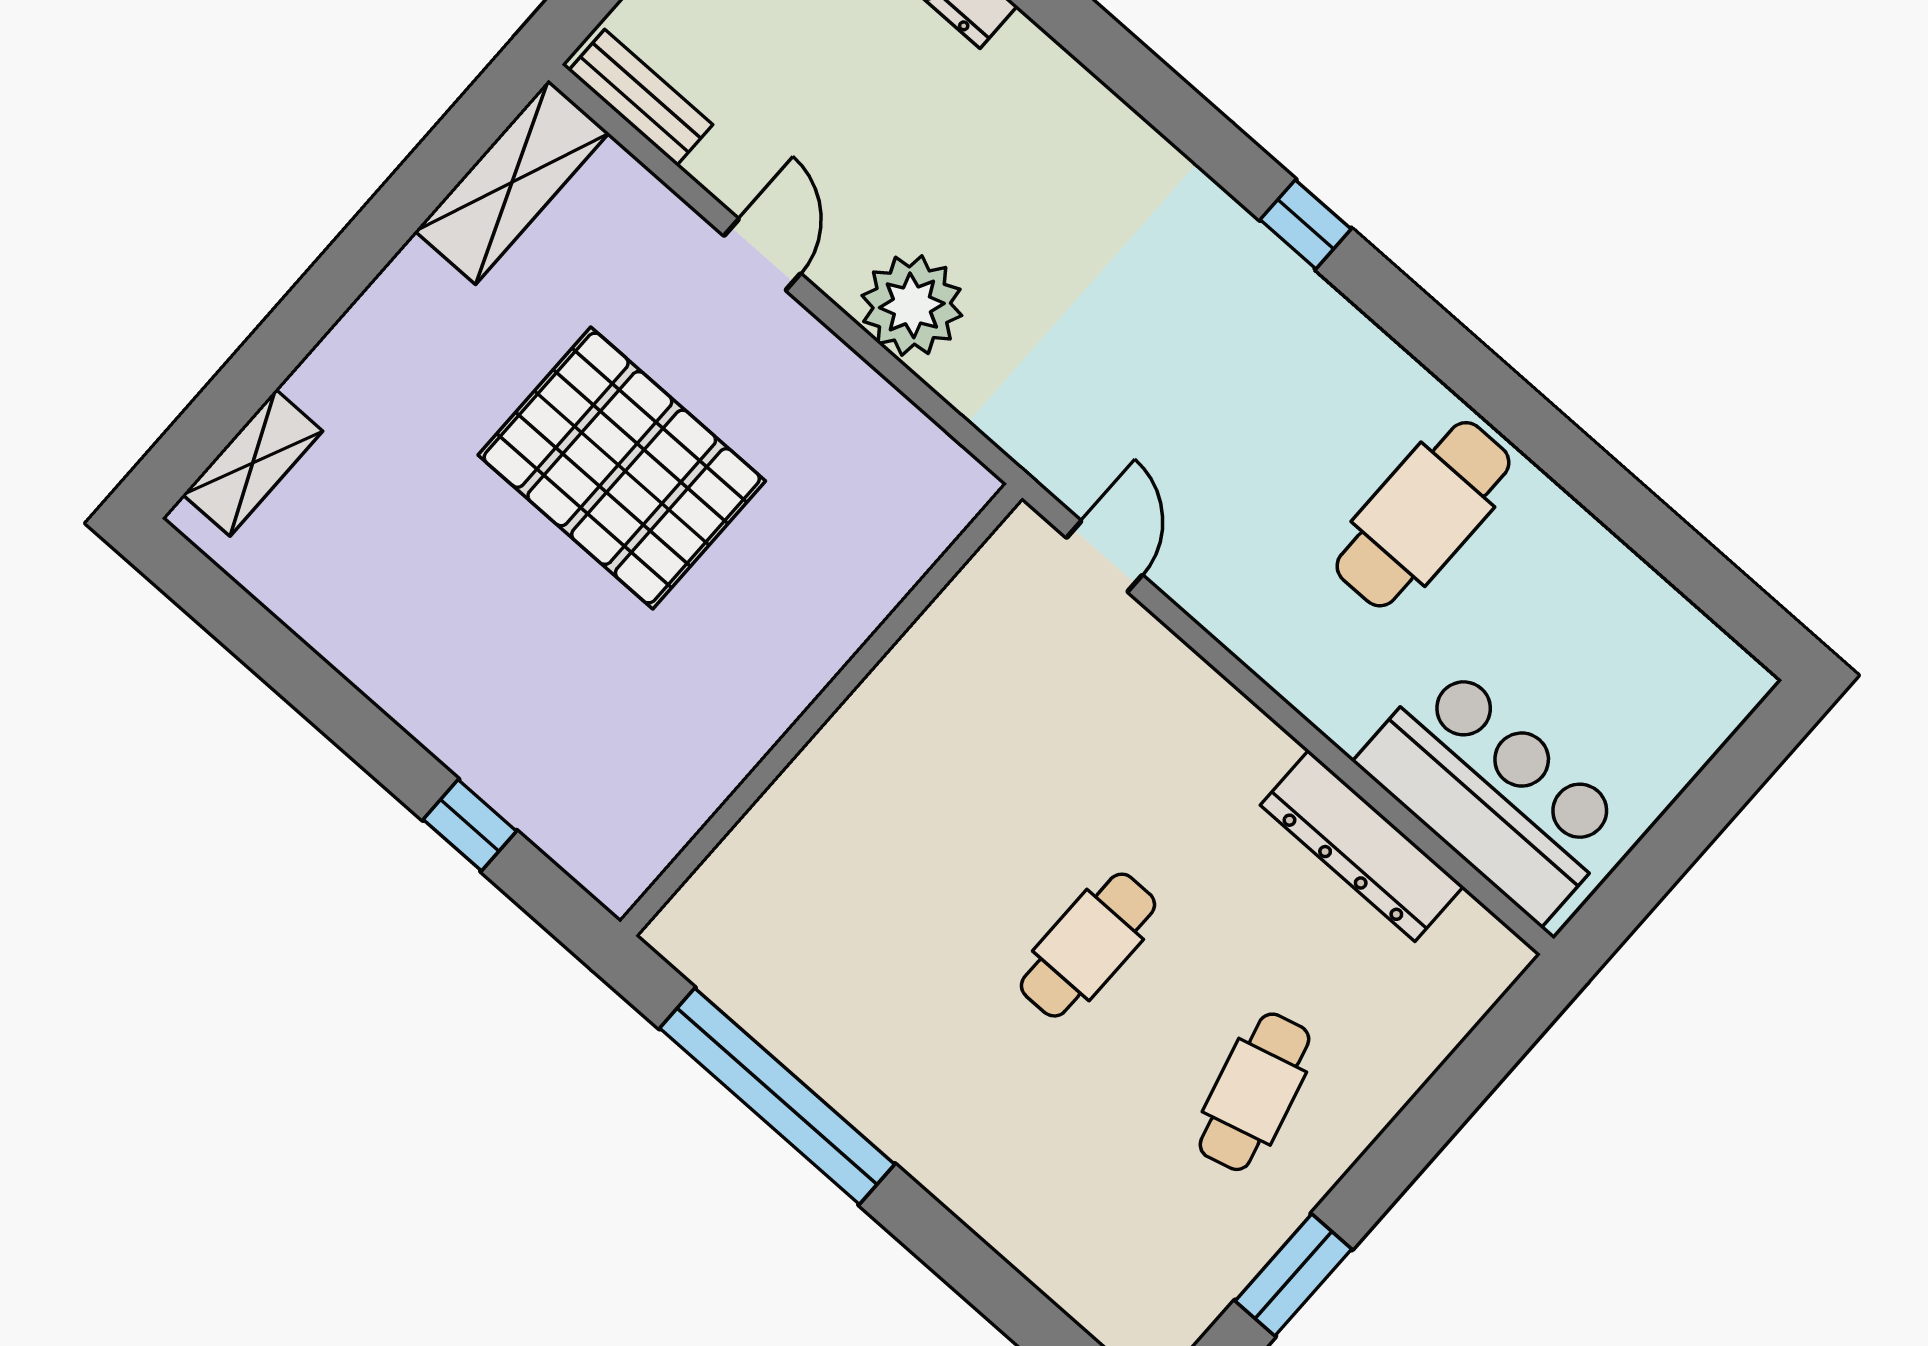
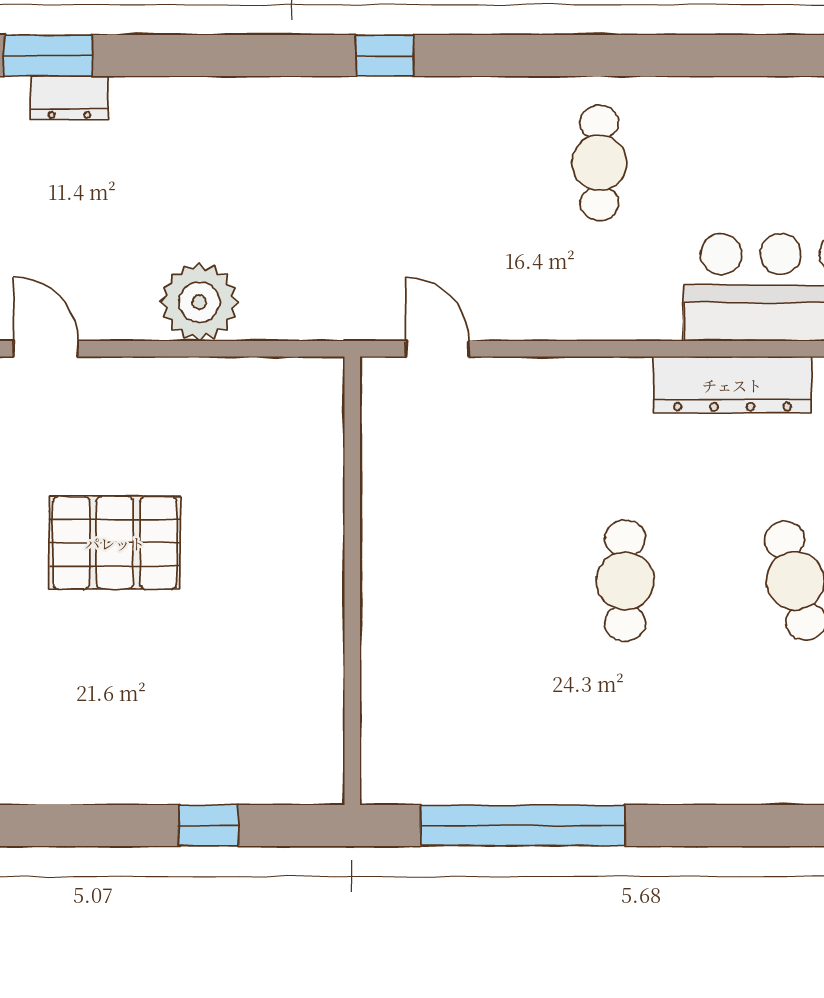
door: (762, 255) -> (46, 349), moved
pallet: (622, 468) -> (115, 543), width x0.73, depth x0.71
cafe table: (1423, 514) -> (599, 163), width x0.73, depth x0.74

